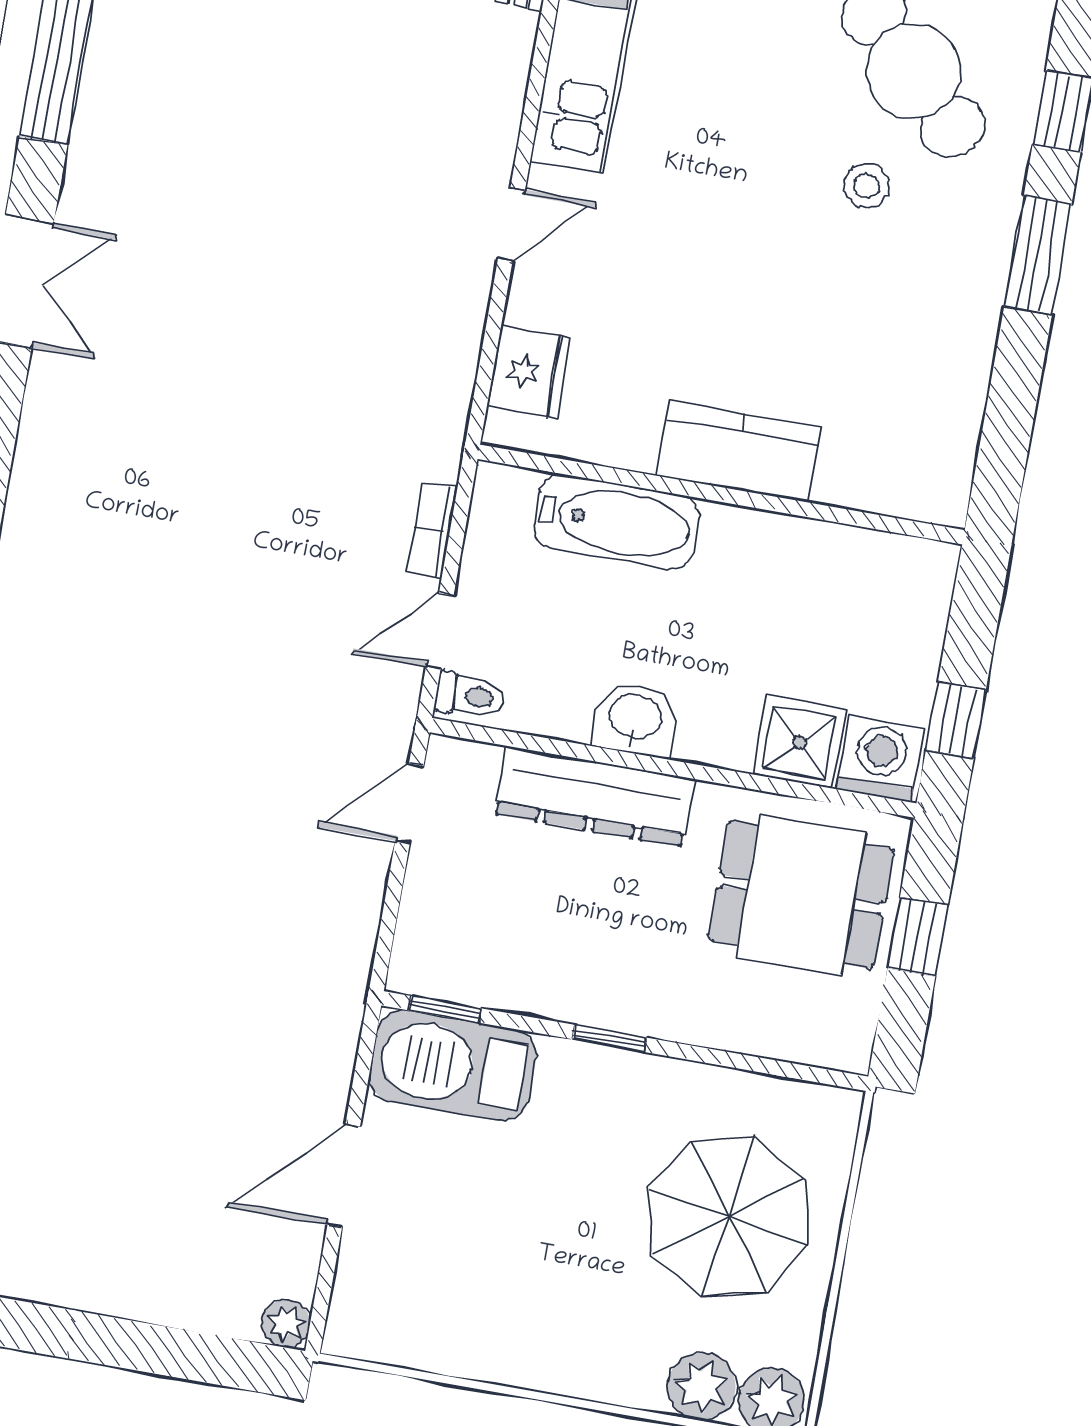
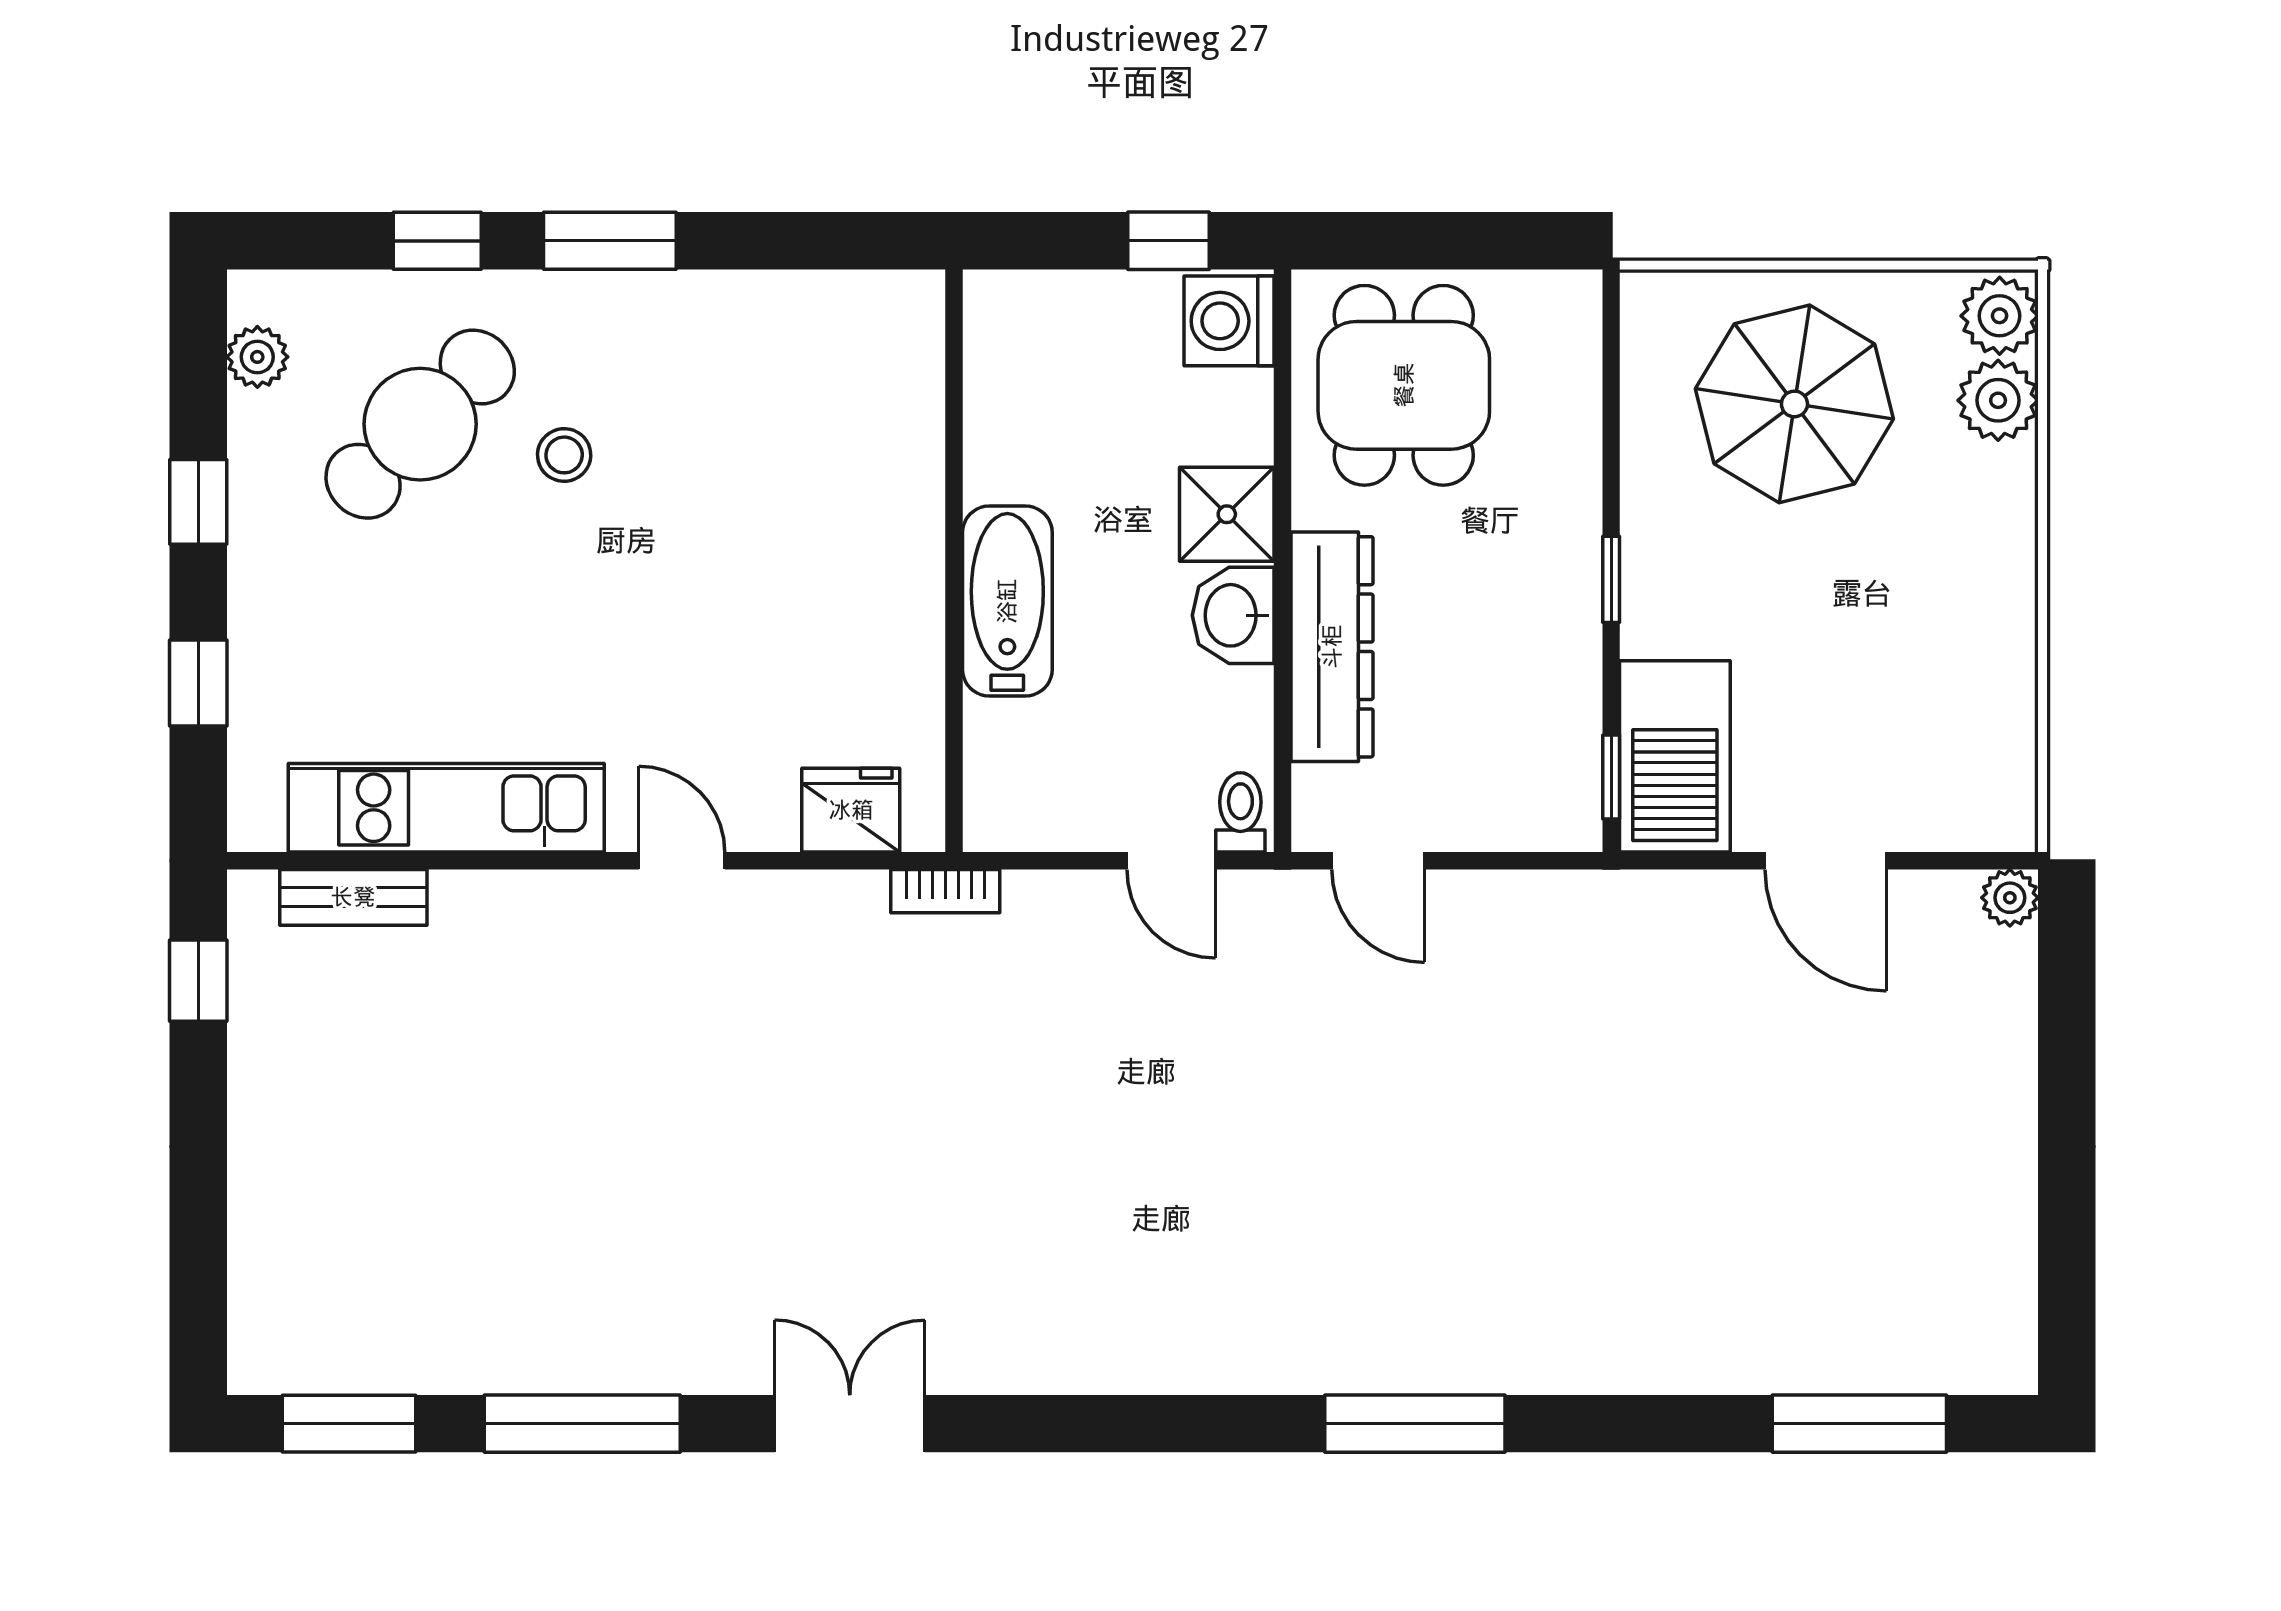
kitchen counter: (739, 451) -> (900, 549), removed
bathtub: (616, 522) -> (1007, 601), moved
bookcase: (432, 530) -> (945, 891), moved
shower: (799, 742) -> (1227, 514), moved
window: (918, 937) -> (1429, 241), removed

